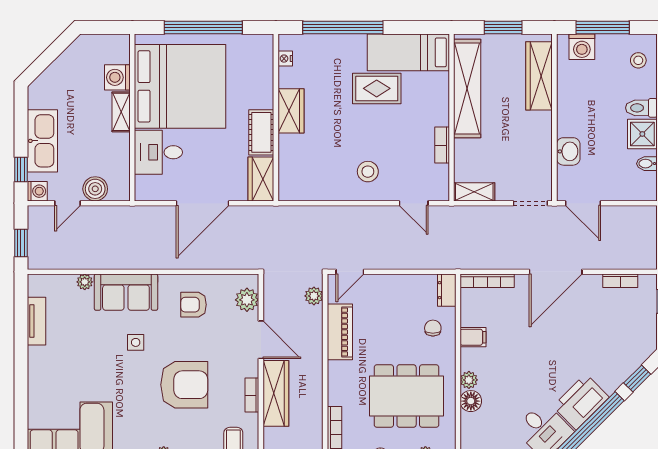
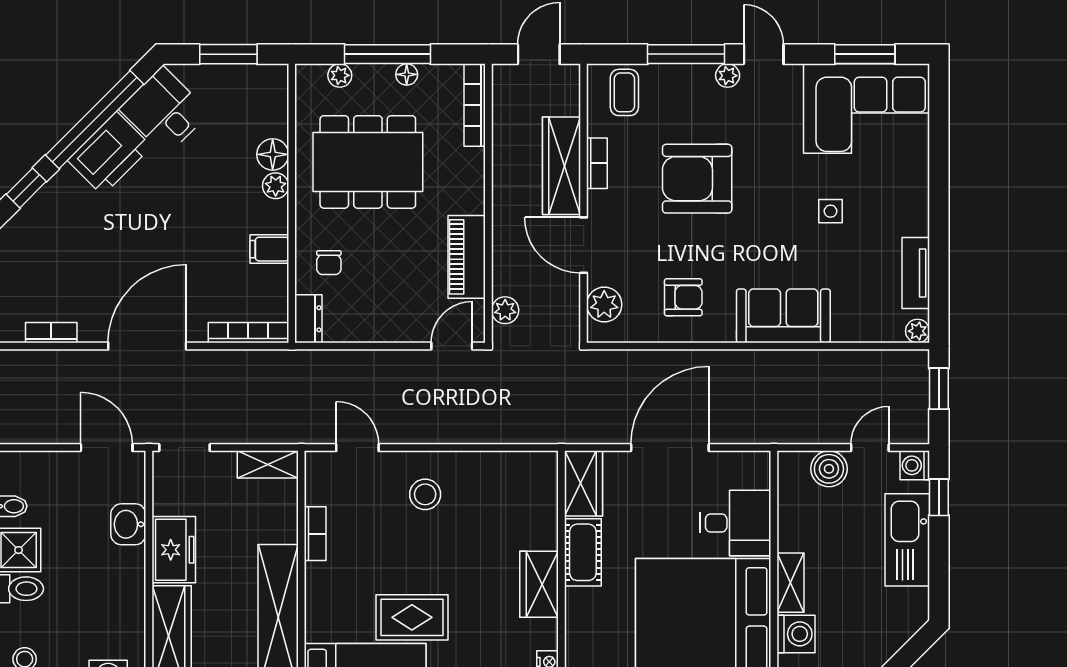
freezer: (538, 134) -> (174, 550), added
plant: (85, 282) -> (918, 331), moved
side table: (136, 342) -> (831, 211), moved

